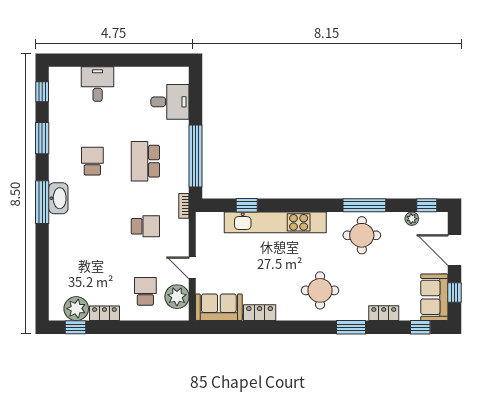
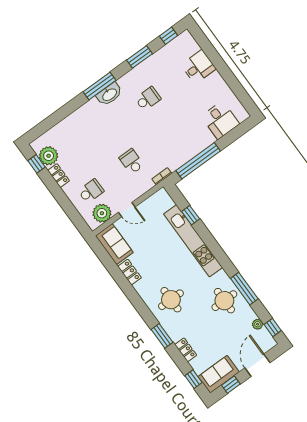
school desk: (145, 161) -> (172, 132), removed
school desk: (145, 226) -> (131, 161), turned 180
door: (192, 268) -> (127, 210), swing flipped

